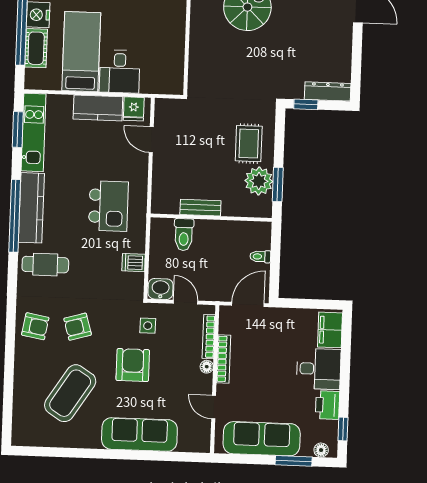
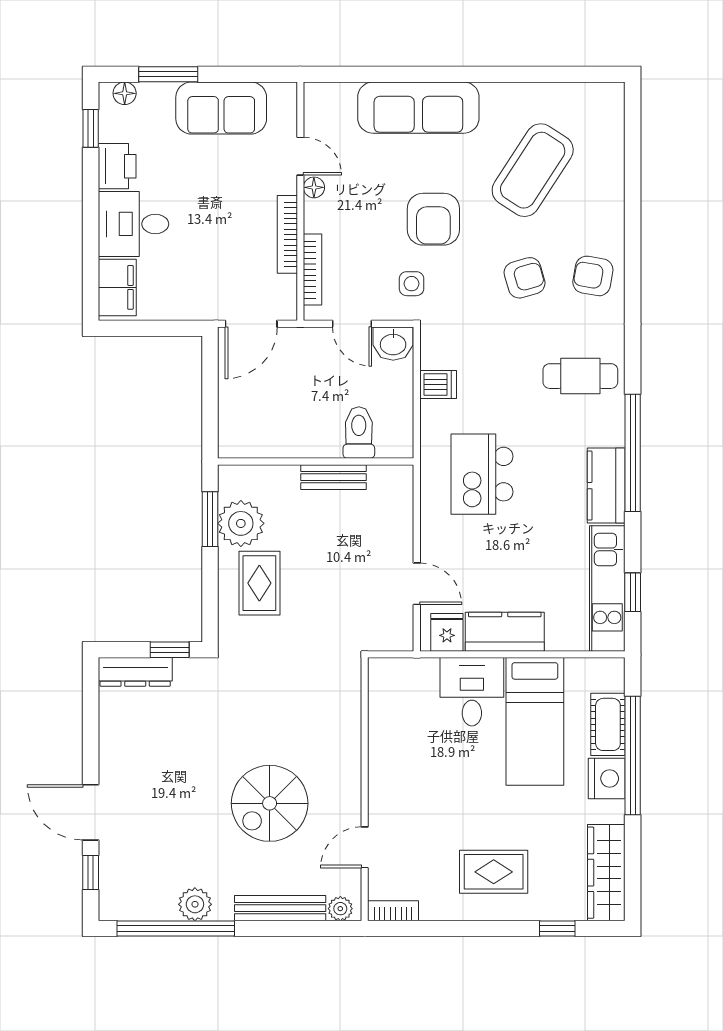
window: (18, 130) -> (633, 592), width x0.67
kitchen counter: (31, 208) -> (606, 486), width x0.67
toilet: (260, 257) -> (234, 402), removed
floor lamp: (207, 367) -> (314, 187), moved
sofa: (262, 439) -> (221, 108), width x0.73

